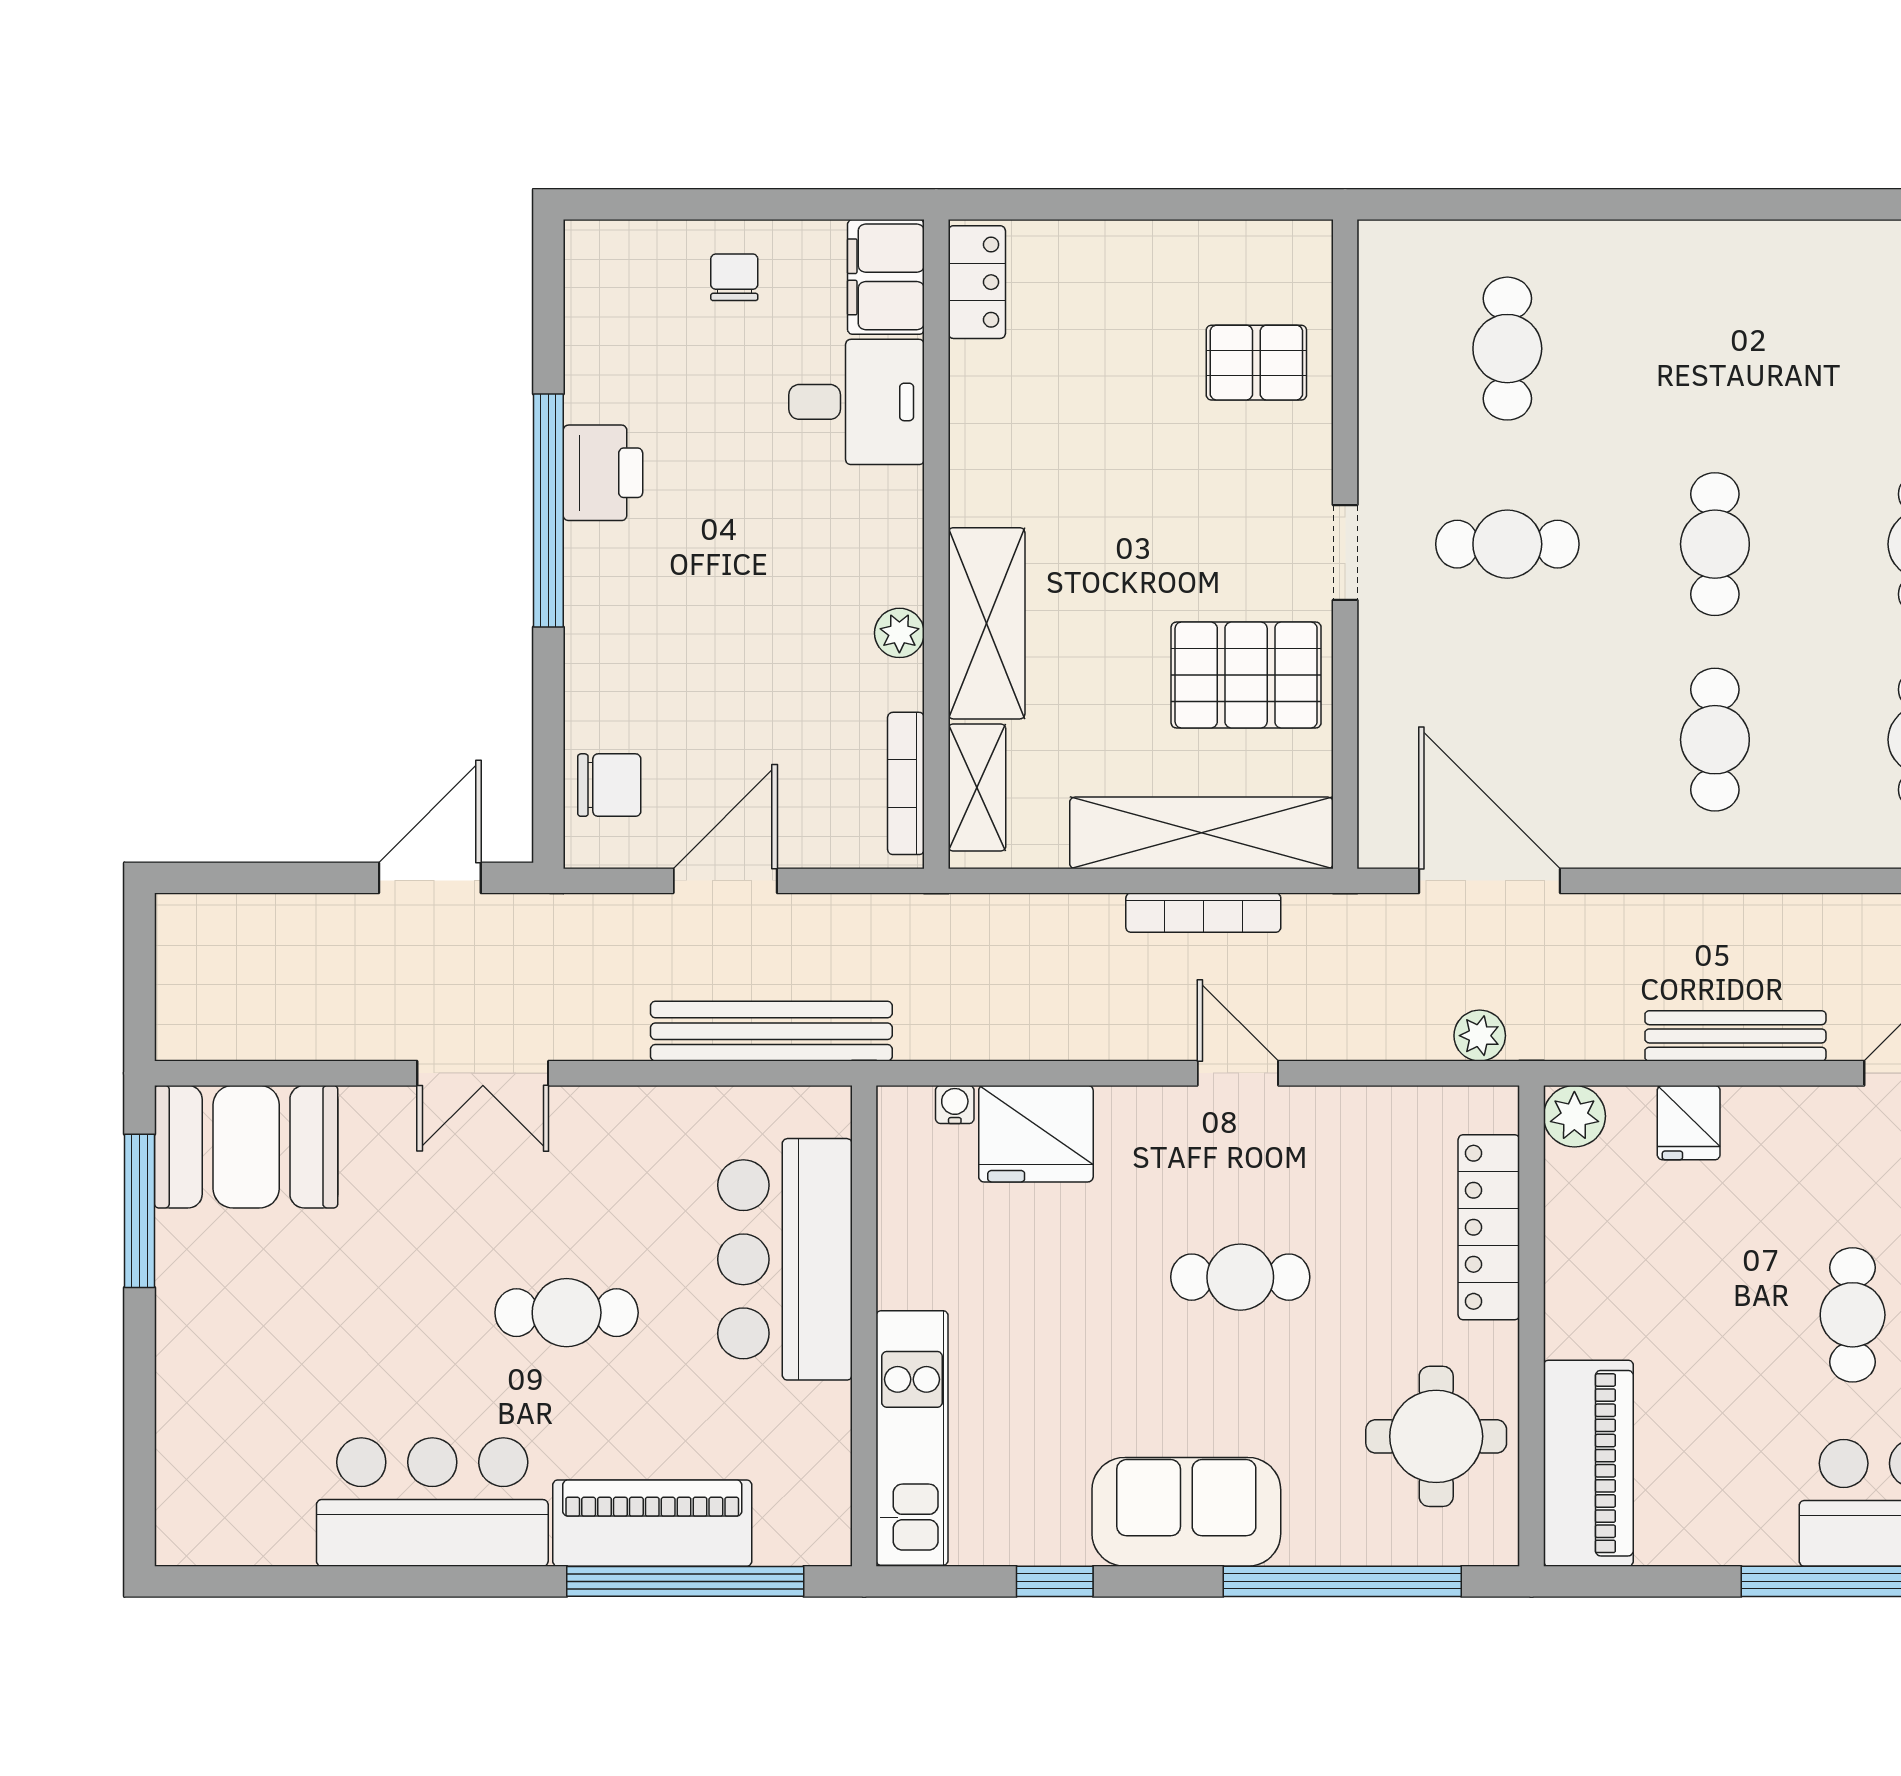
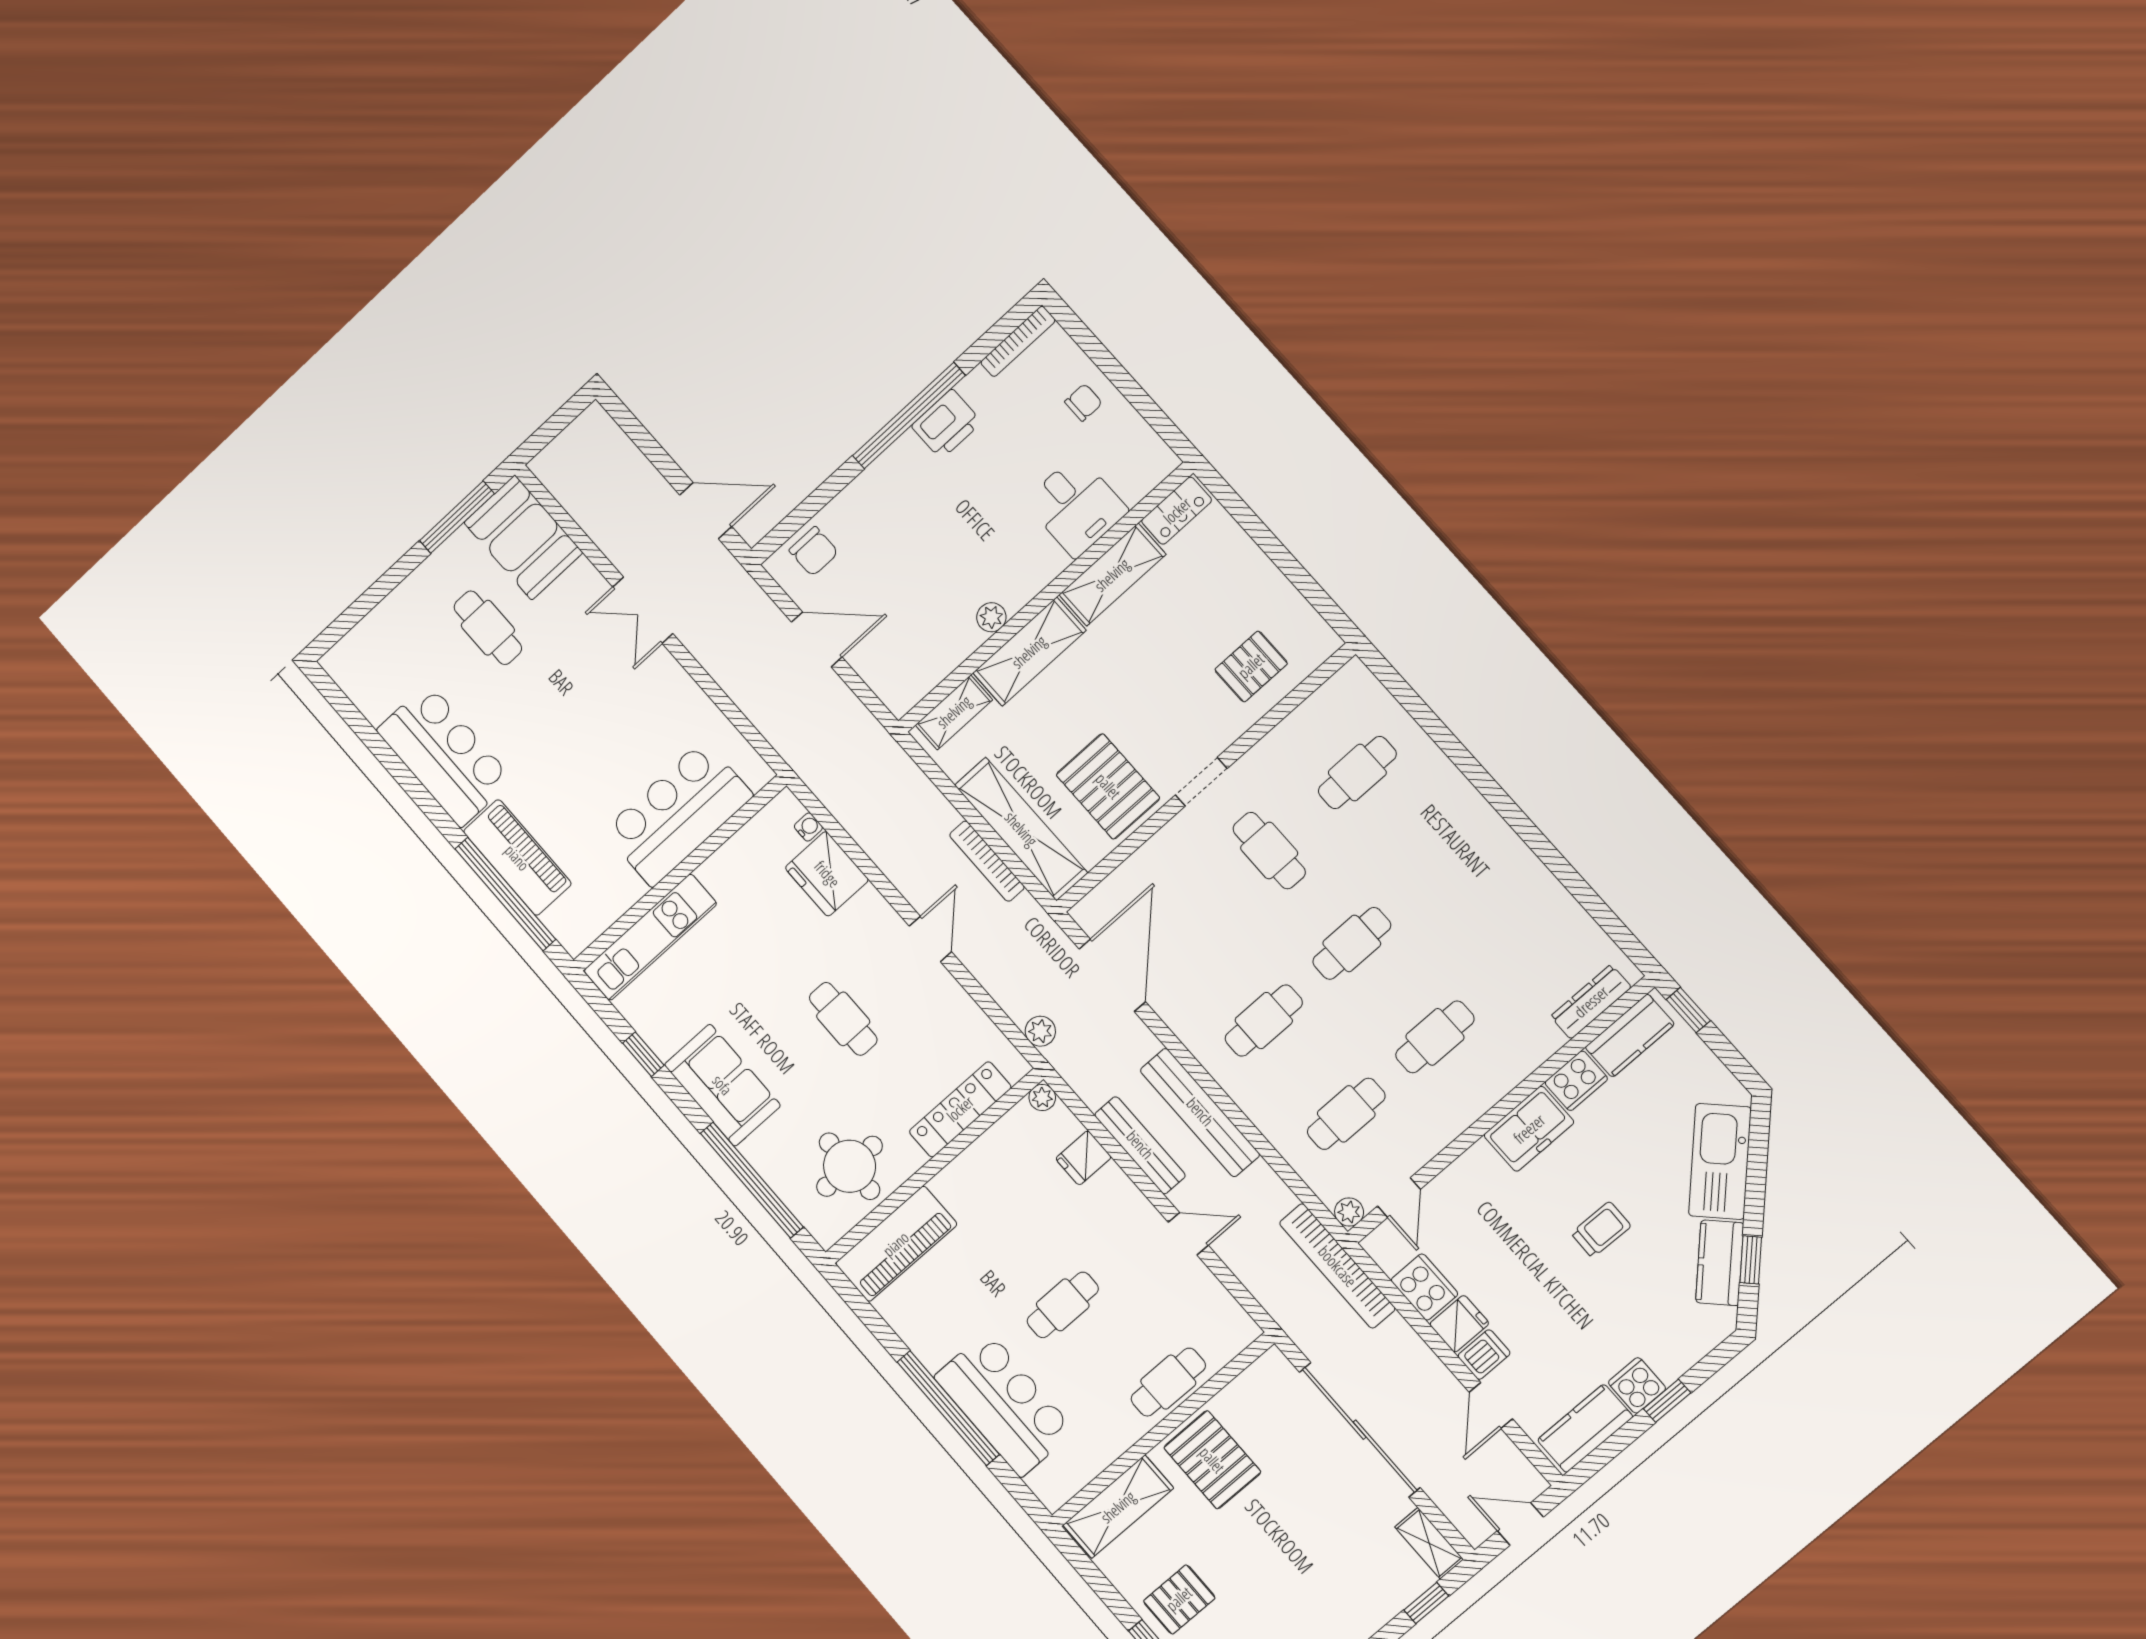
filing cabinet: (886, 277) -> (1143, 469), removed
pallet: (1256, 363) -> (1251, 666), turned 90
shelving: (984, 433) -> (1112, 575), added
bookcase: (906, 783) -> (1018, 341), moved, turned 180
bench: (771, 1031) -> (1200, 1112), moved
plant: (1574, 1116) -> (1042, 1098), width x0.73, depth x0.73
cafe table: (567, 1313) -> (488, 628), moved

